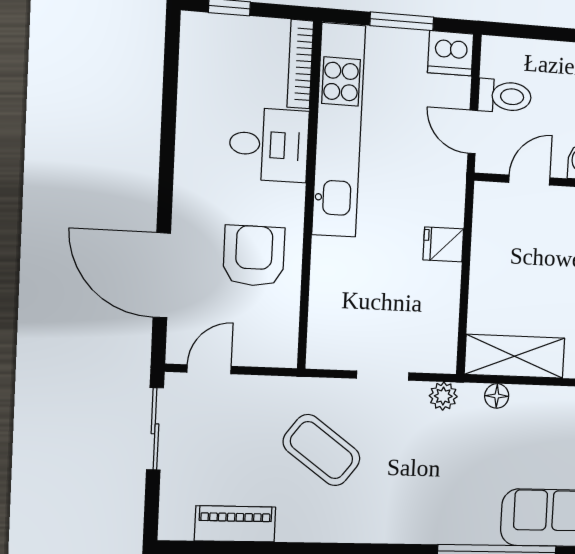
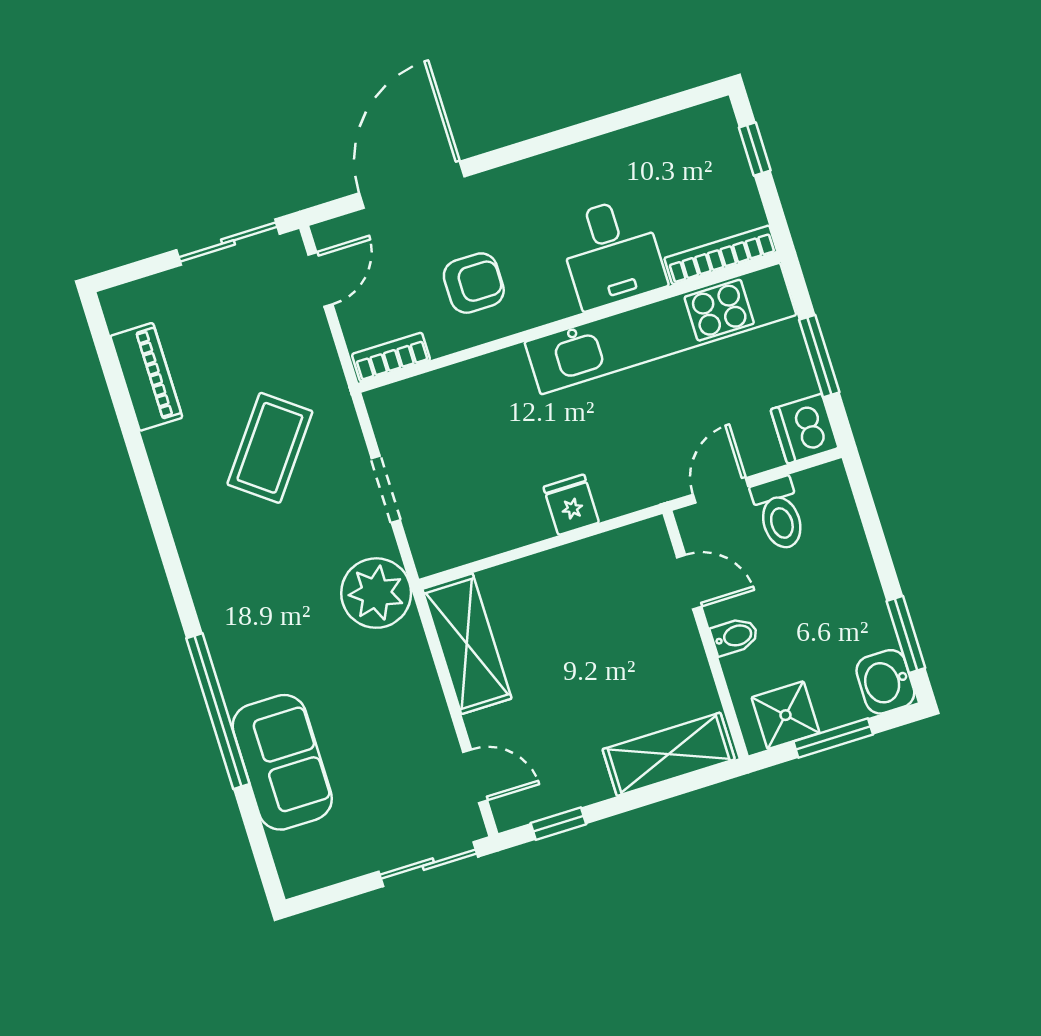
armchair: (254, 256) -> (474, 283), width x0.72, depth x0.72
bookcase: (287, 337) -> (391, 357), added
door: (209, 369) -> (320, 279), hinge flipped
plant: (443, 396) -> (376, 593), width x1.88, depth x1.88
floor lamp: (497, 396) -> (410, 639), removed

